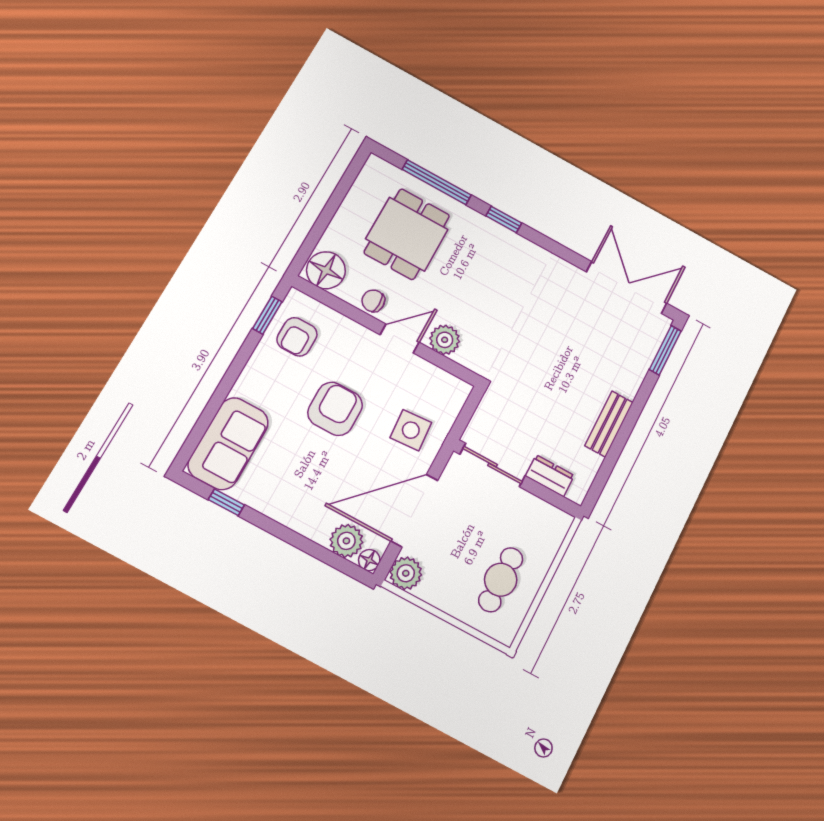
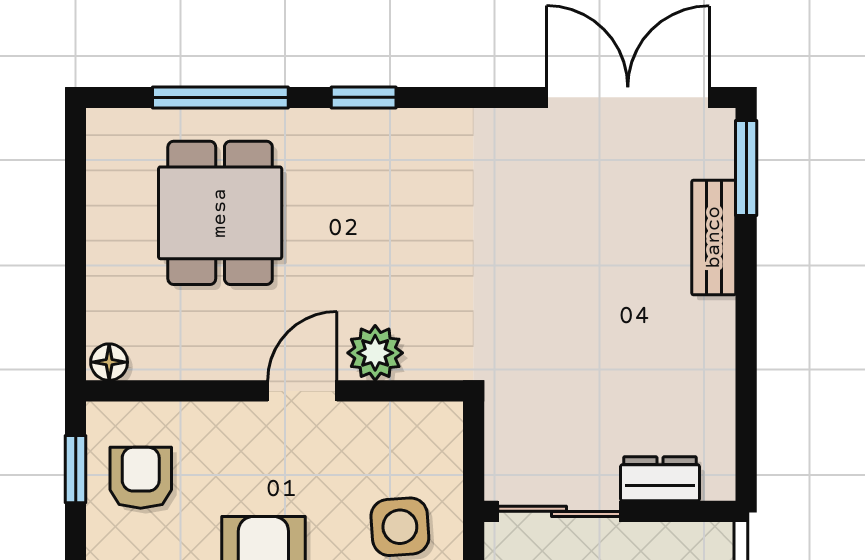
floor lamp: (326, 270) -> (109, 362), width x0.53, depth x0.53
chair: (373, 301) -> (227, 353), removed
armchair: (297, 337) -> (141, 478), turned 180
bench: (609, 424) -> (714, 237), moved

